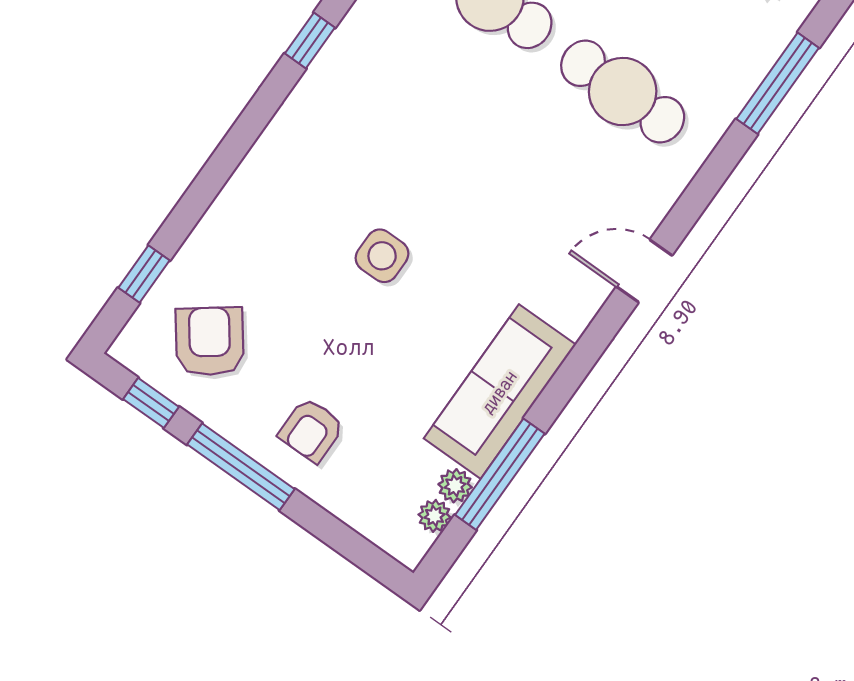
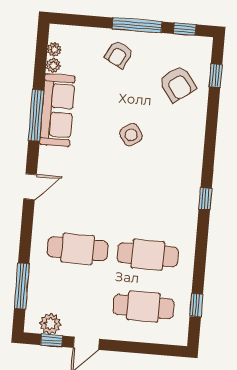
side table: (382, 256) -> (131, 135), turned -34
armchair: (210, 341) -> (178, 84), moved
armchair: (311, 430) -> (119, 54), turned -151
window: (500, 474) -> (36, 115), moved

